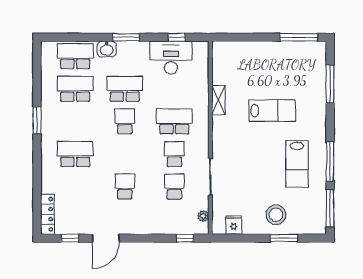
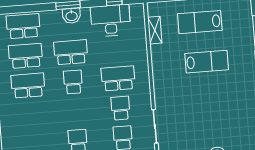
washbasin: (107, 49) -> (71, 16), moved
shelving: (218, 100) -> (155, 30), moved
school desk: (75, 154) -> (28, 86), moved
lab bench: (297, 164) -> (200, 22), moved, turned 90

